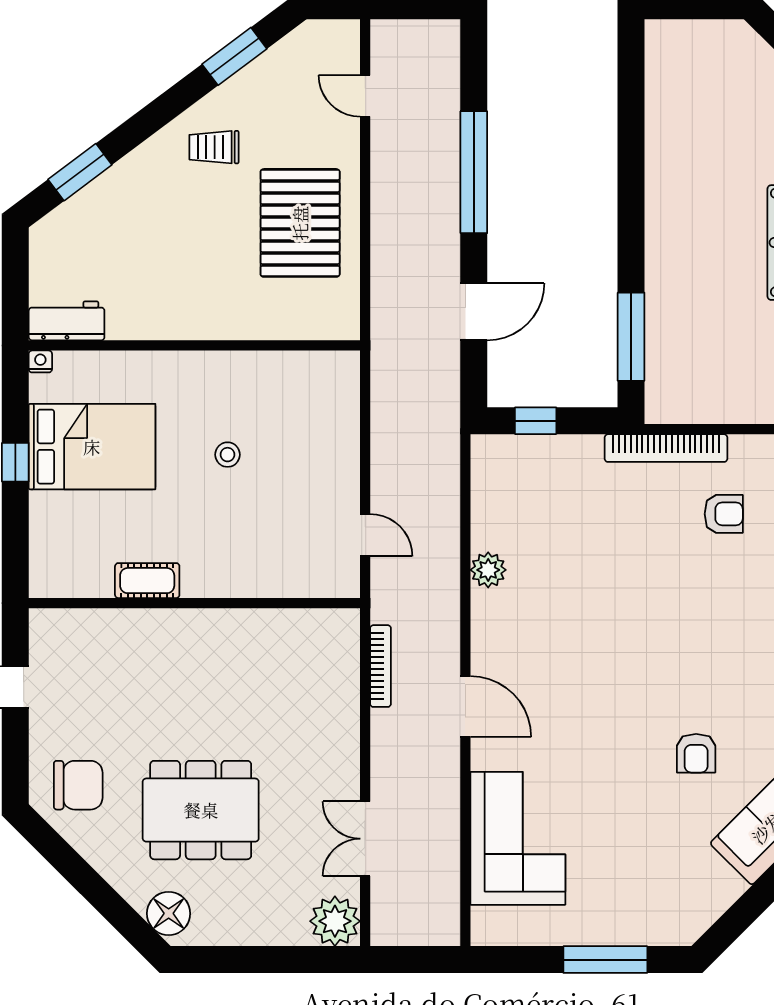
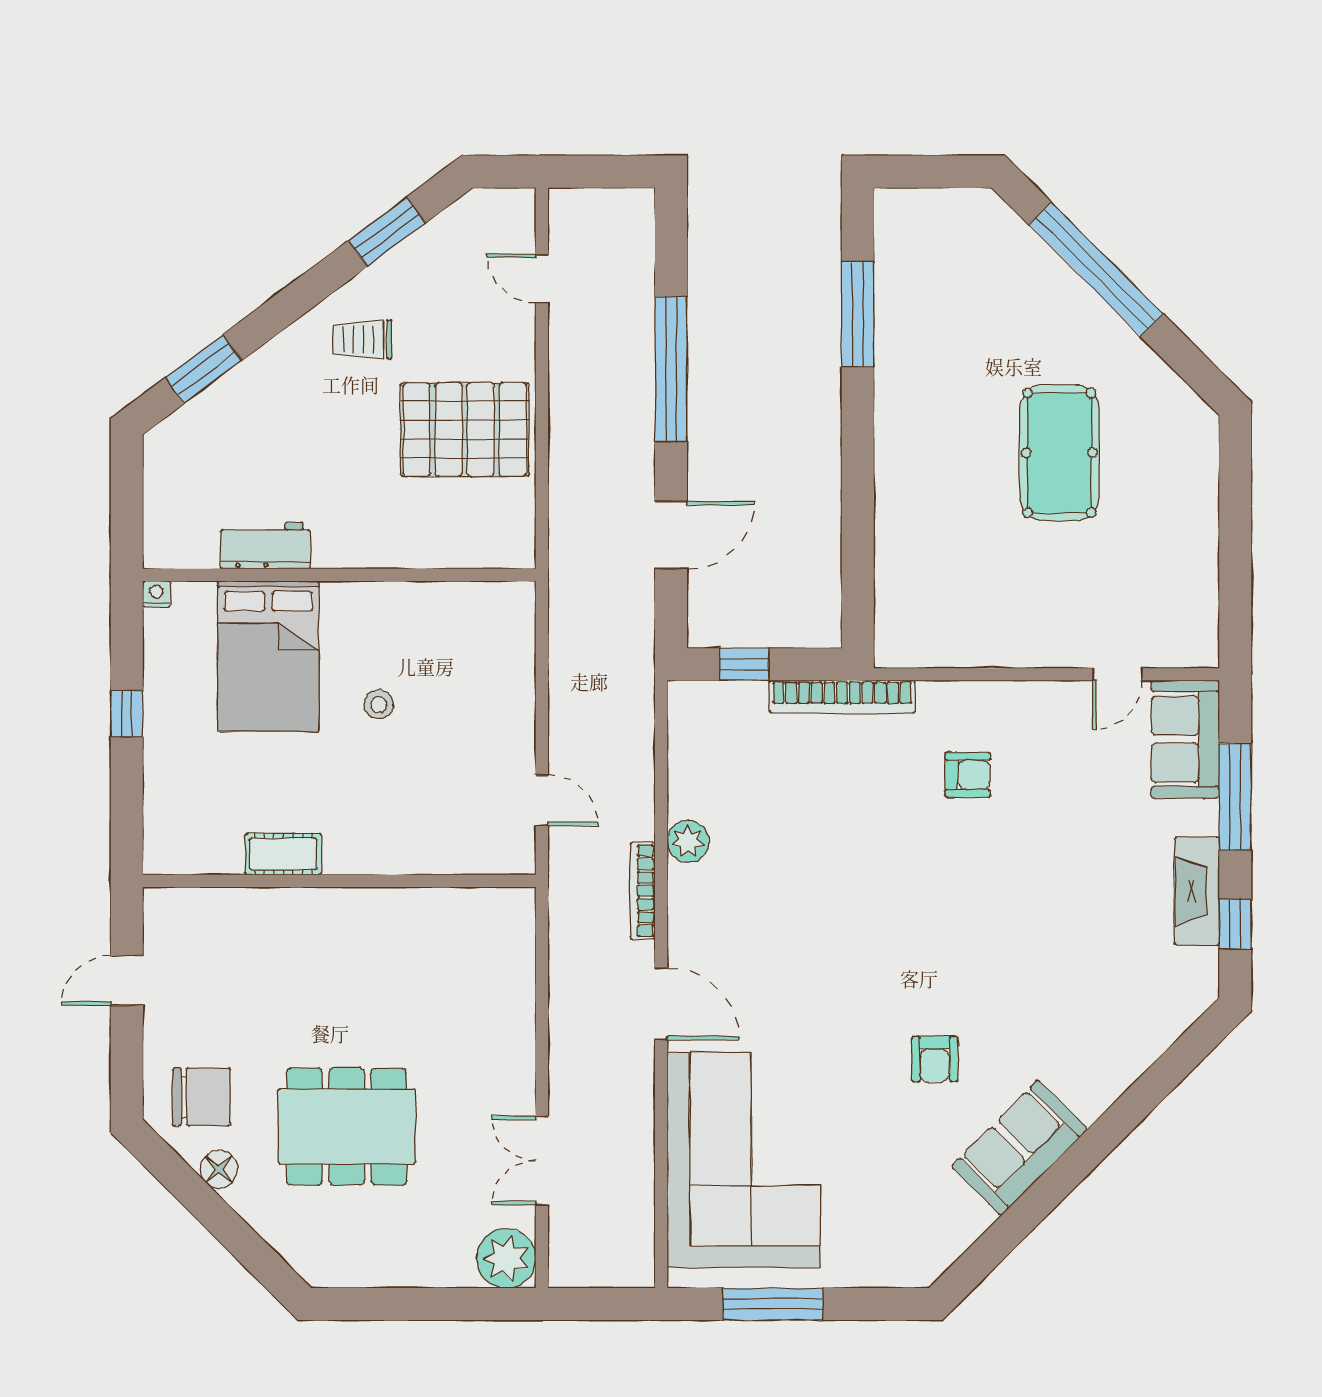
pallet: (300, 223) -> (465, 430), turned 90
workbench: (67, 321) -> (265, 546), moved
window: (631, 337) -> (858, 314), moved
bed: (92, 447) -> (268, 656), moved, turned 90
bookcase: (666, 448) -> (842, 697), moved
bookcase: (381, 666) -> (643, 891), moved, turned 180
corner sofa: (518, 838) -> (744, 1160), width x1.36, depth x1.36
floor lamp: (169, 913) -> (219, 1169), moved, width x0.73, depth x0.73
window: (605, 960) -> (773, 1304), moved

